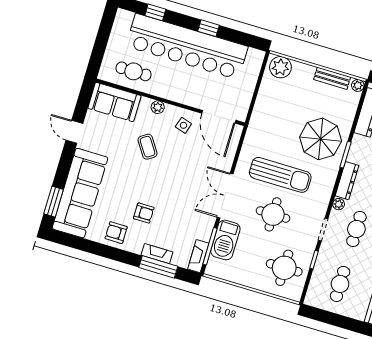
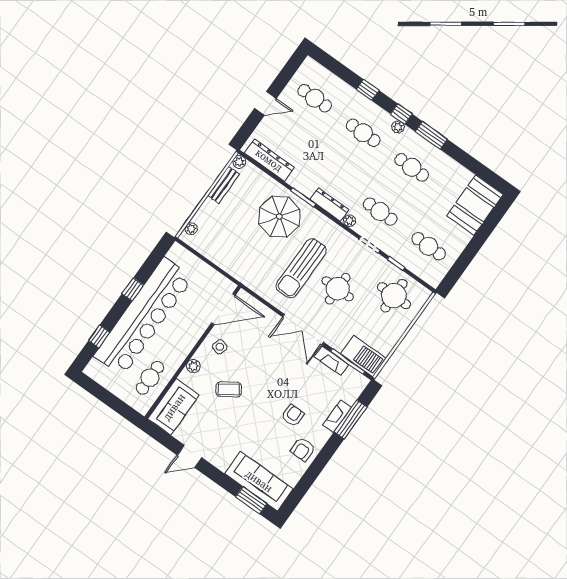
plant: (280, 67) -> (191, 229), width x0.53, depth x0.53
sun lounger: (280, 175) -> (301, 268), turned 180
sofa: (80, 193) -> (259, 481), width x0.74, depth x0.79
barbecue: (225, 240) -> (363, 356), moved
fireplace: (198, 256) -> (332, 361), moved

